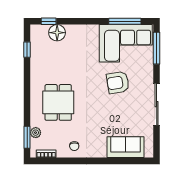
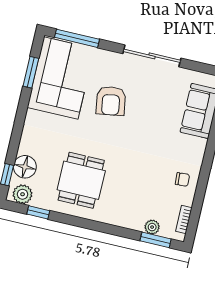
window: (125, 21) -> (31, 72), width x0.69
plant: (37, 36) -> (23, 194), added
dining table: (58, 102) -> (81, 180), moved, turned 90

